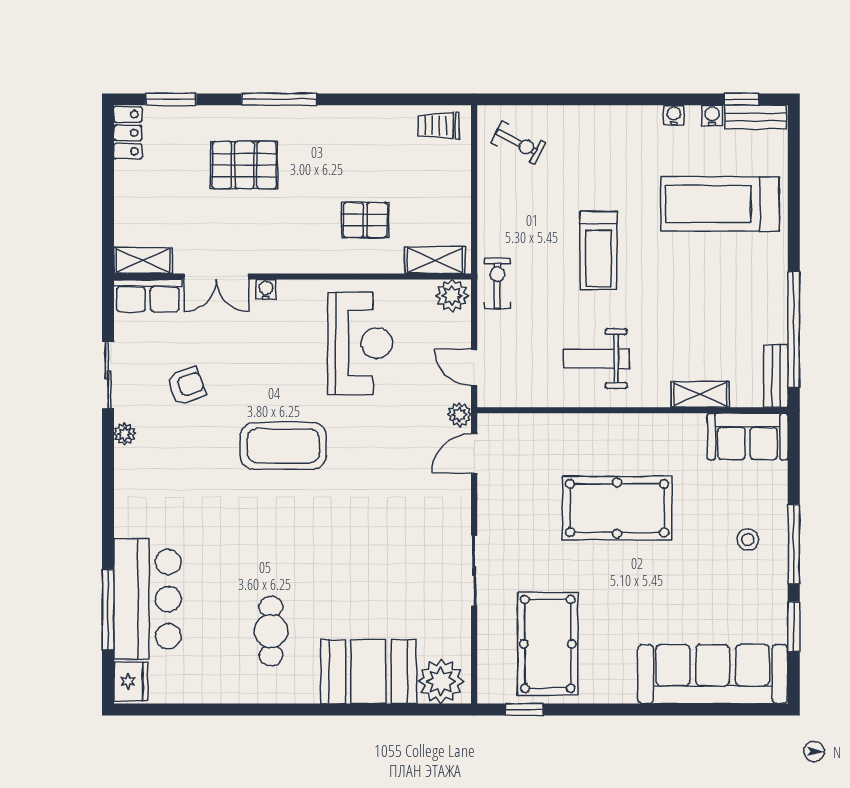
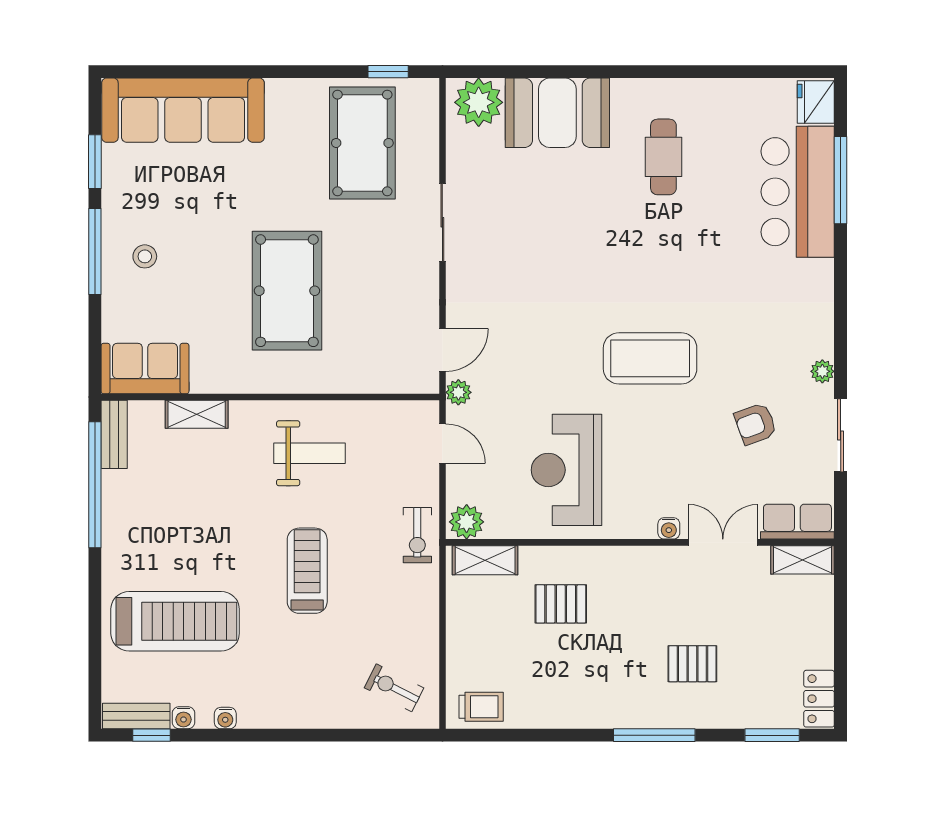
pallet: (244, 165) -> (692, 664), width x0.67, depth x0.71
pool table: (617, 508) -> (287, 291), turned 90

